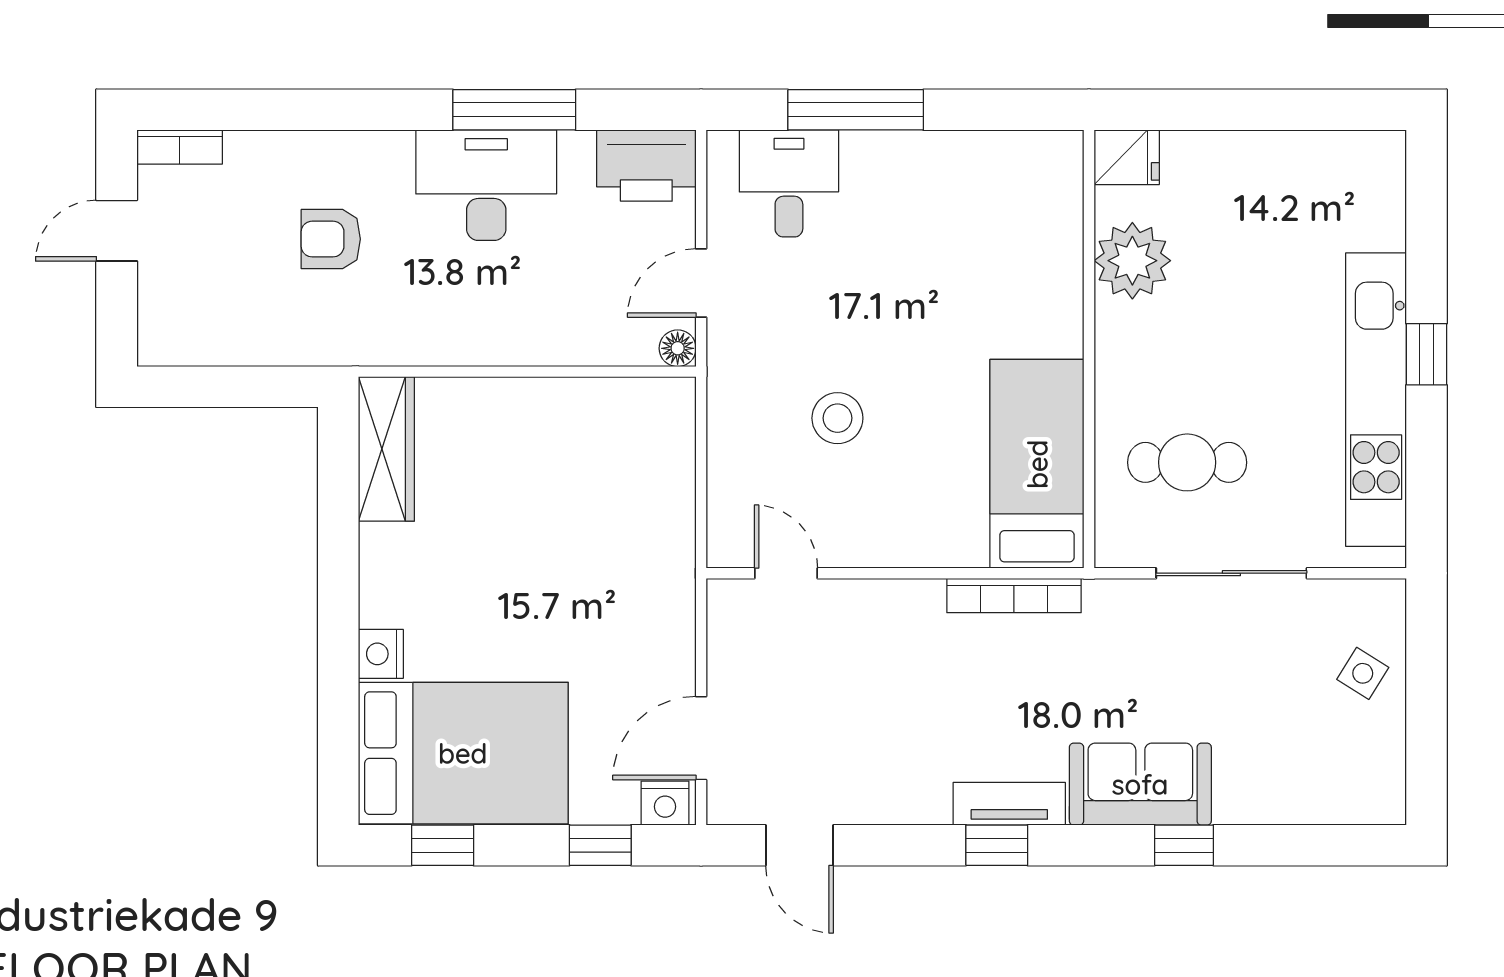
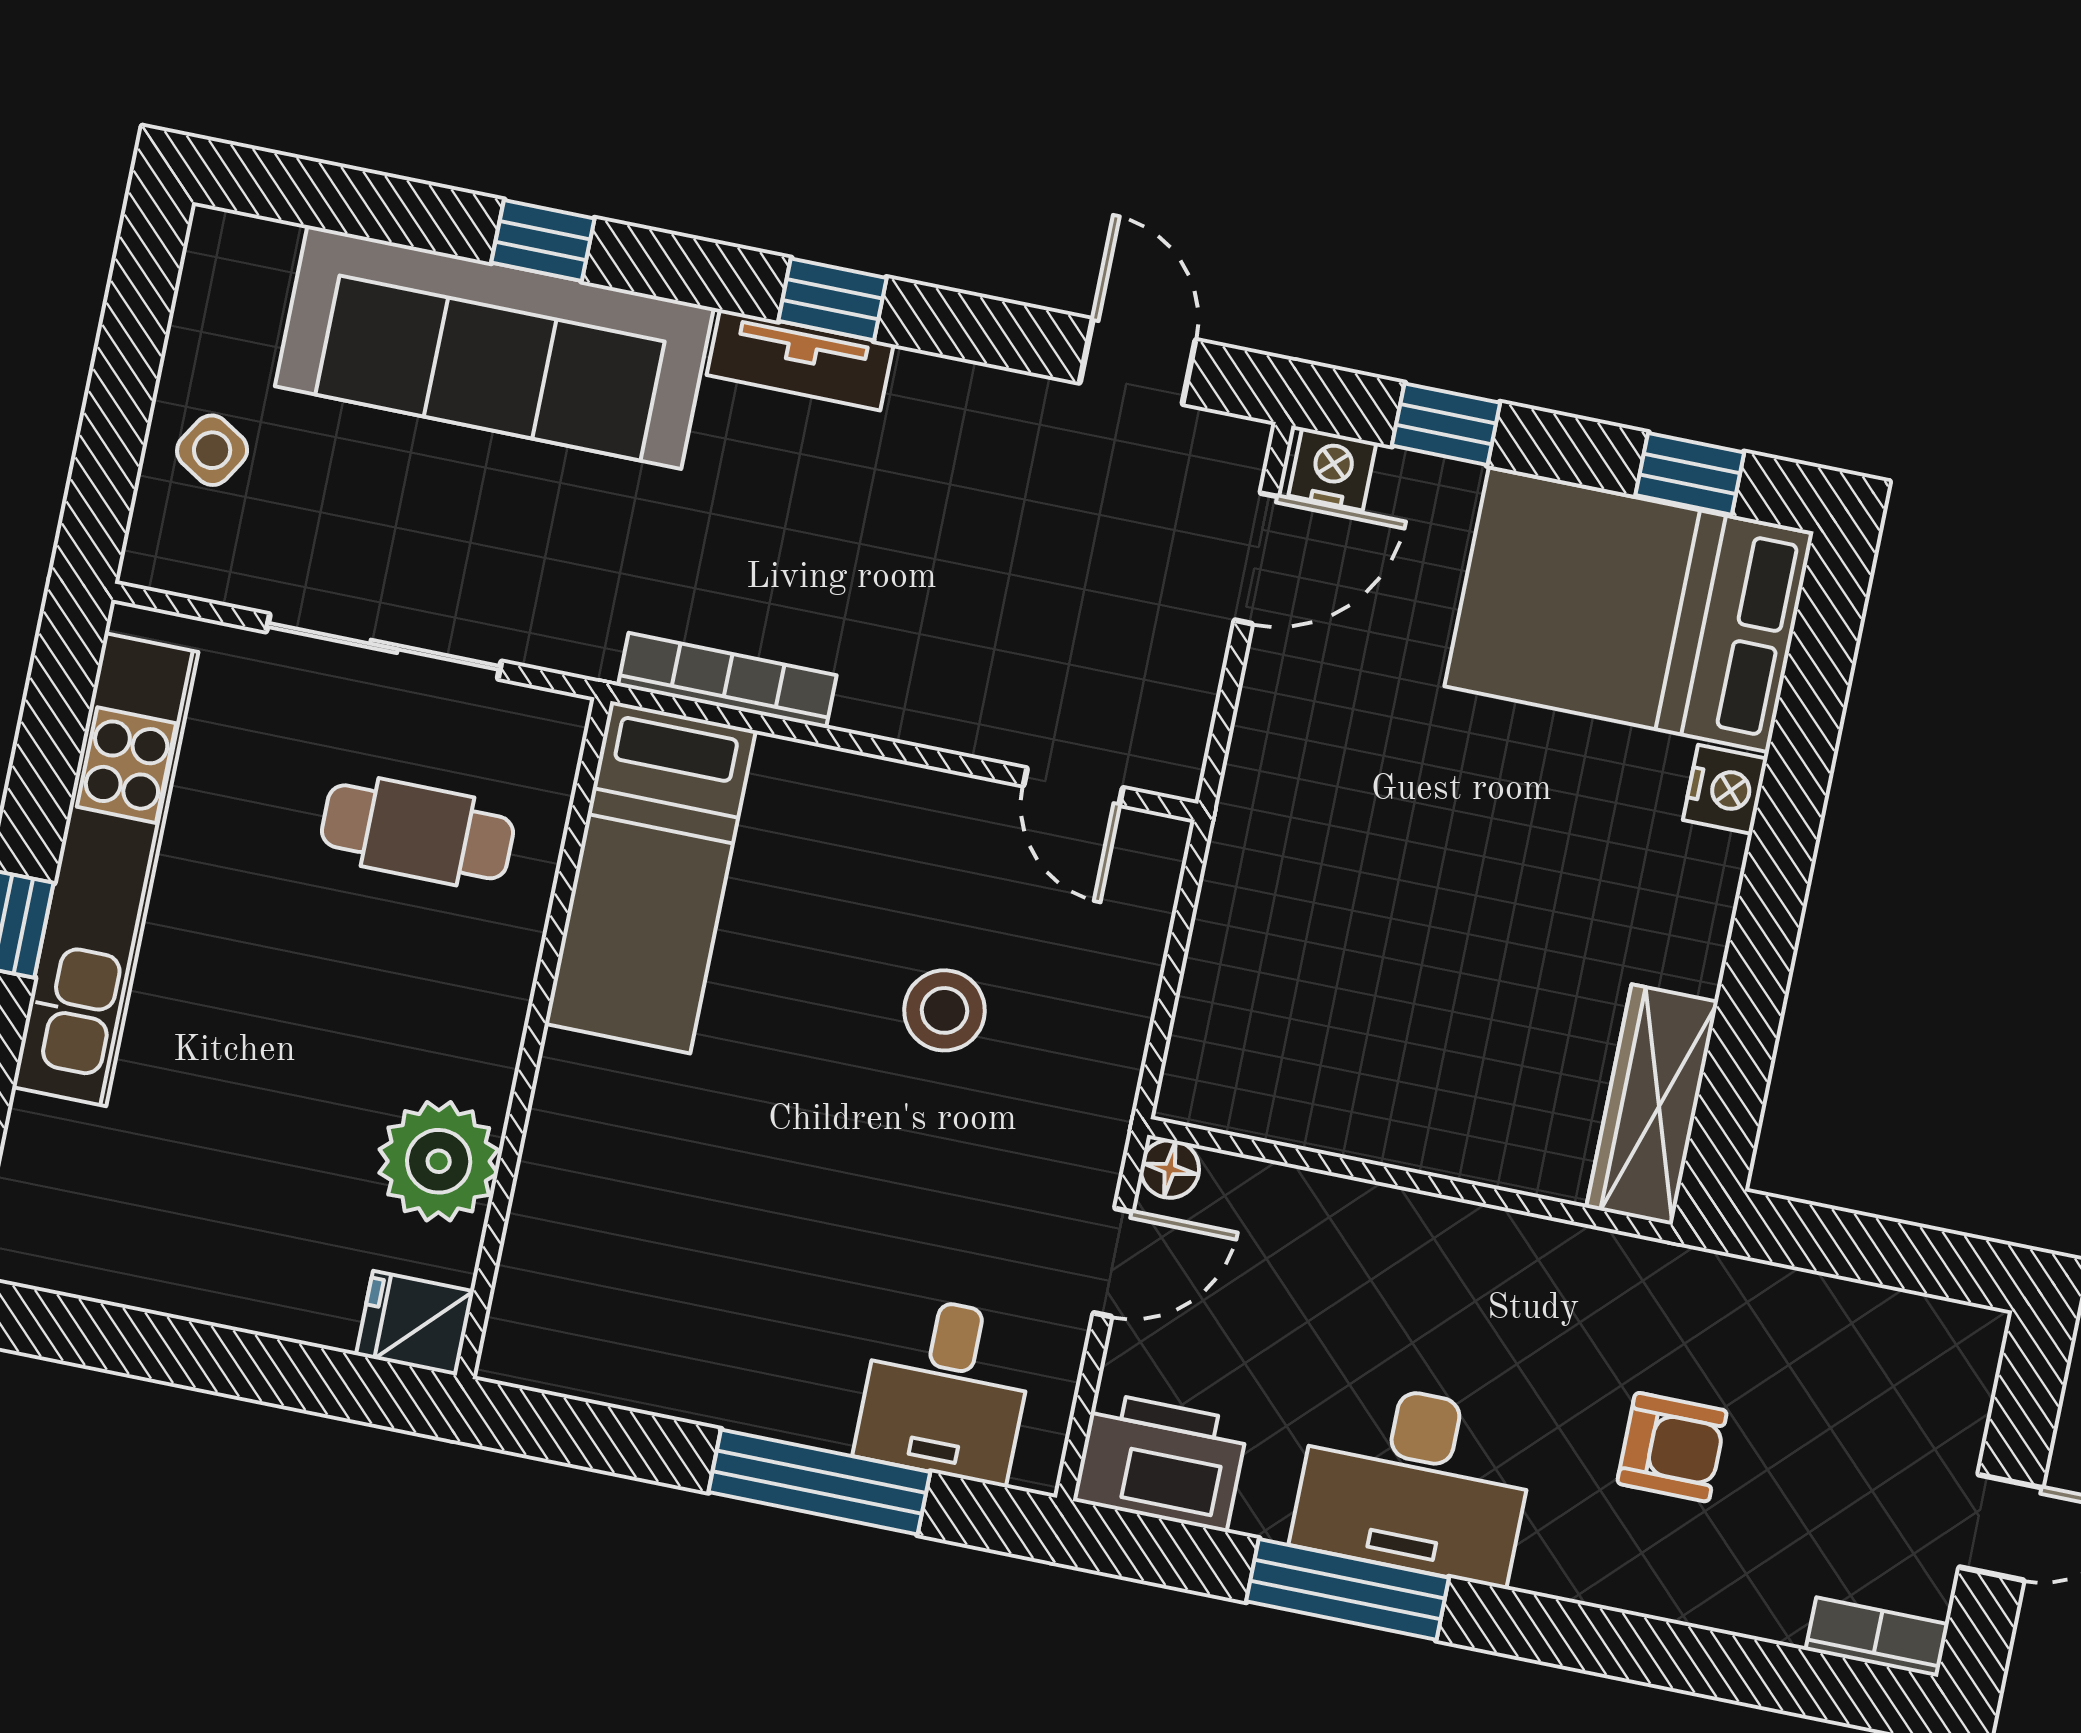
sofa: (1140, 784) -> (494, 347), width x1.85, depth x1.27

